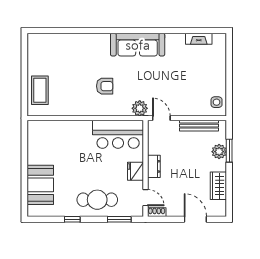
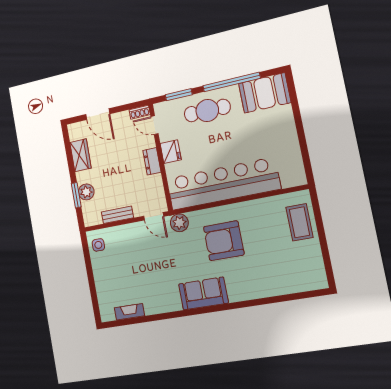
sofa: (138, 45) -> (203, 293), width x0.73
armchair: (105, 86) -> (224, 241), width x1.88, depth x1.88
bench: (199, 126) -> (117, 215), width x0.73
bar counter: (118, 134) -> (223, 184), width x1.86
booth: (40, 185) -> (265, 93), moved, turned 90
window: (72, 219) -> (231, 82), width x3.17

